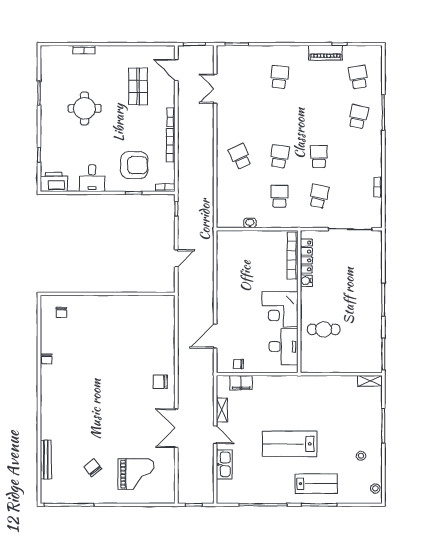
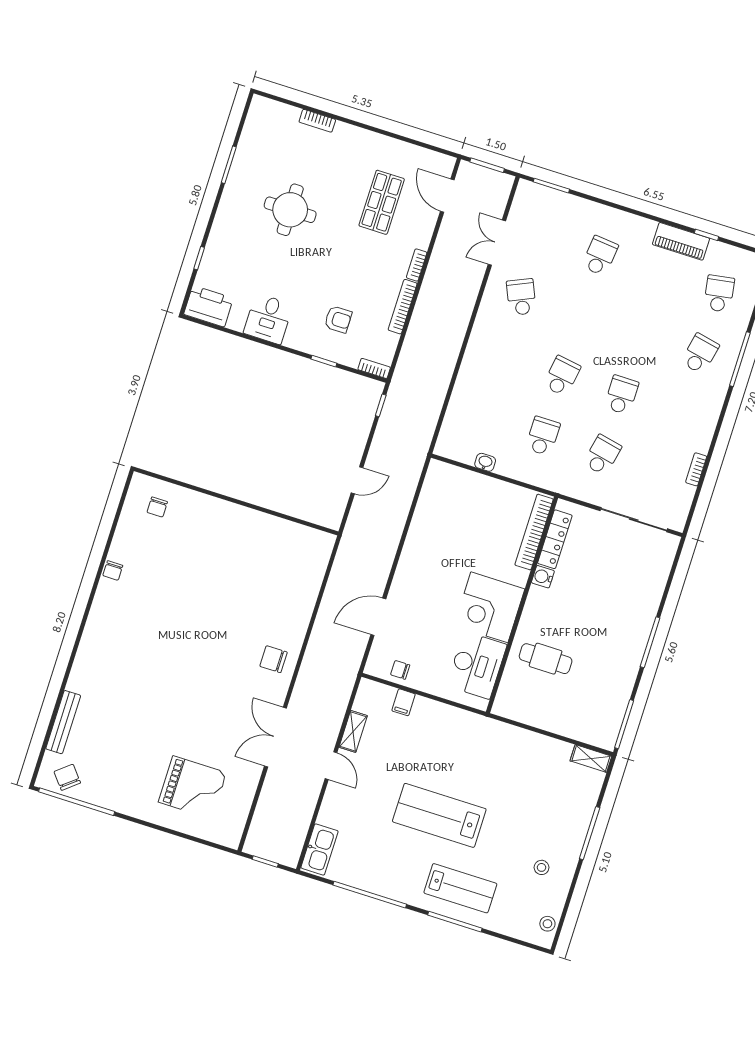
school desk: (240, 156) -> (521, 297), moved
armchair: (134, 165) -> (338, 319), width x0.53, depth x0.53
filing cabinet: (241, 383) -> (404, 702), width x0.50
kitchen sink: (224, 464) -> (320, 849), moved
chair: (93, 468) -> (67, 777), moved

